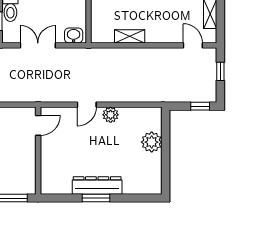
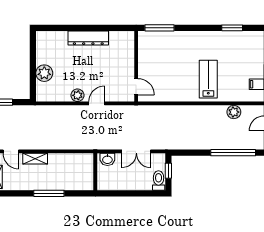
shelving: (130, 36) -> (35, 159), moved
door: (38, 125) -> (136, 87), swing flipped
window: (96, 198) -> (89, 28), removed

